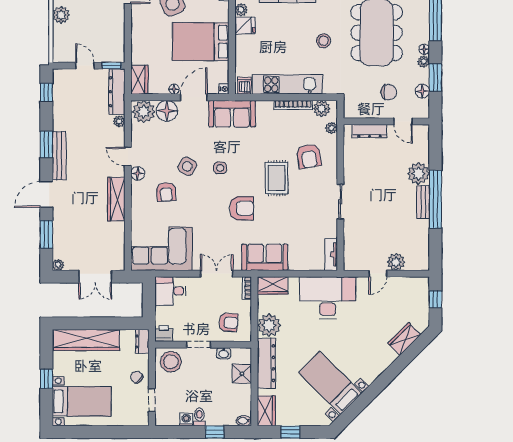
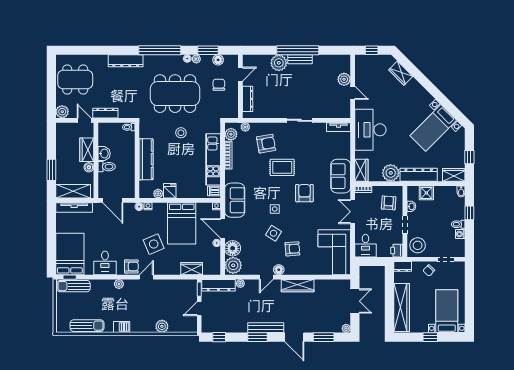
wardrobe: (139, 80) -> (192, 269), moved

